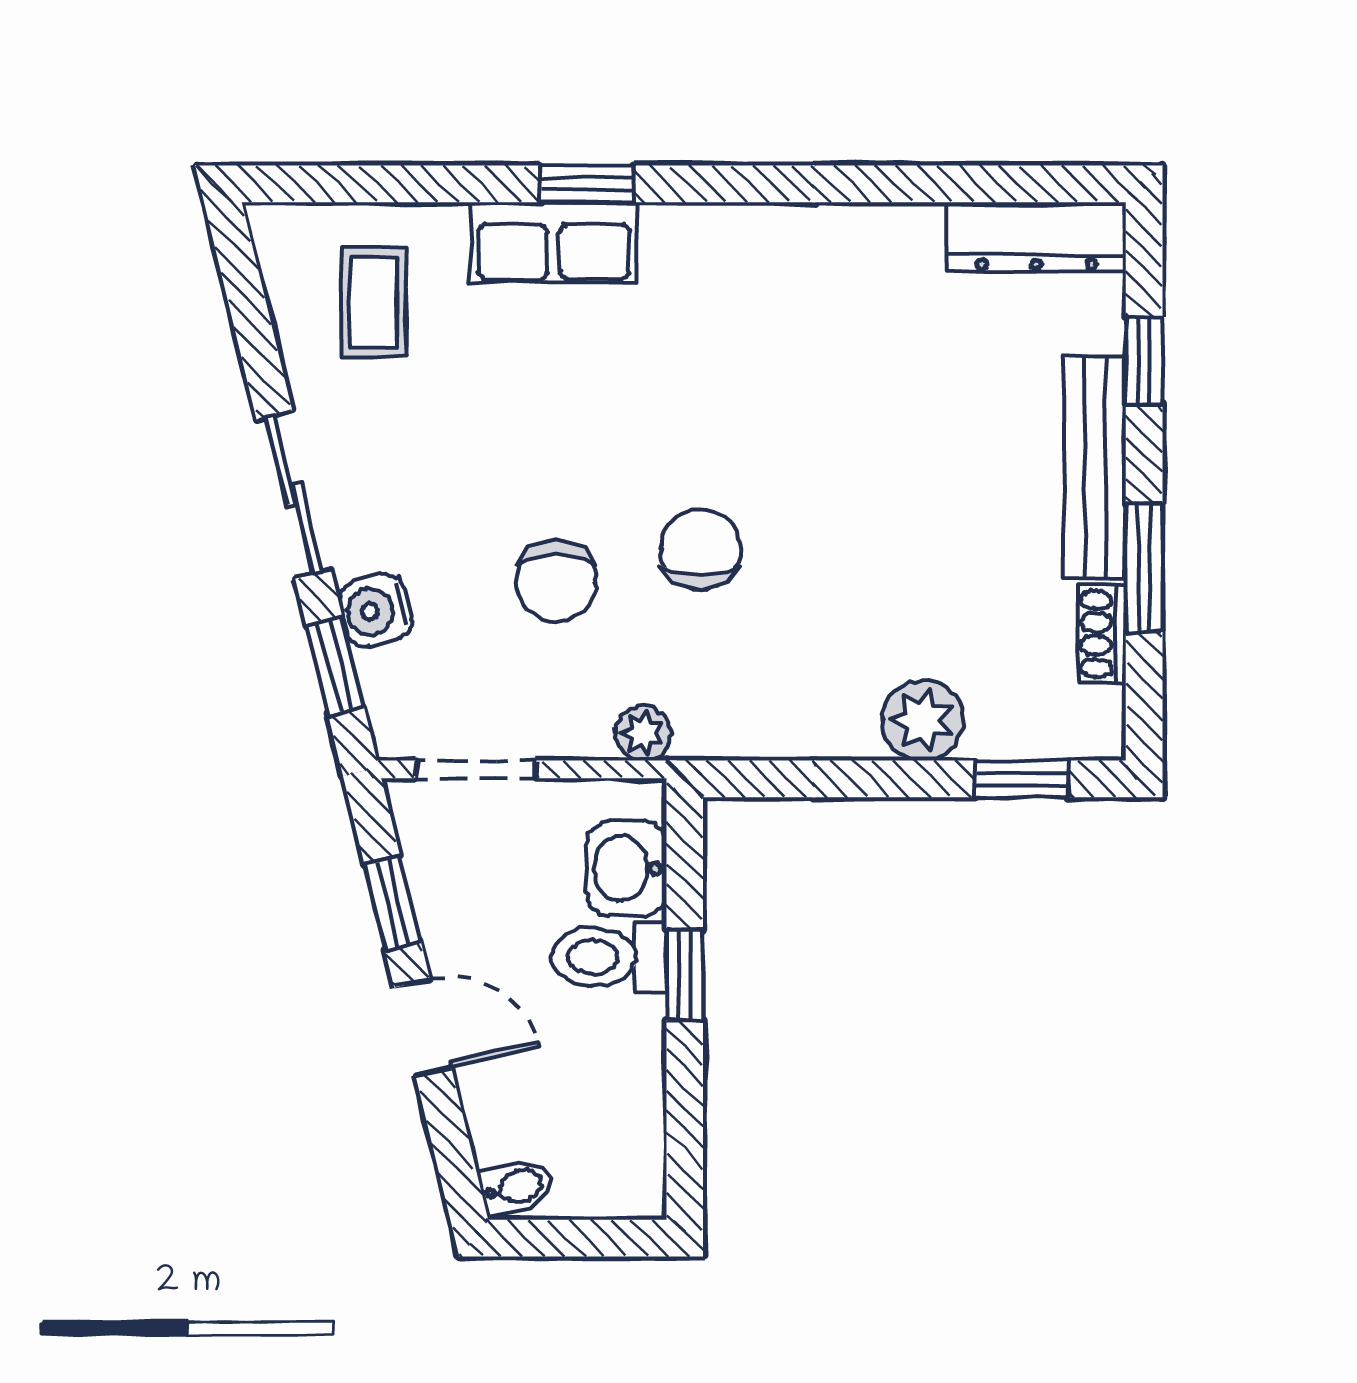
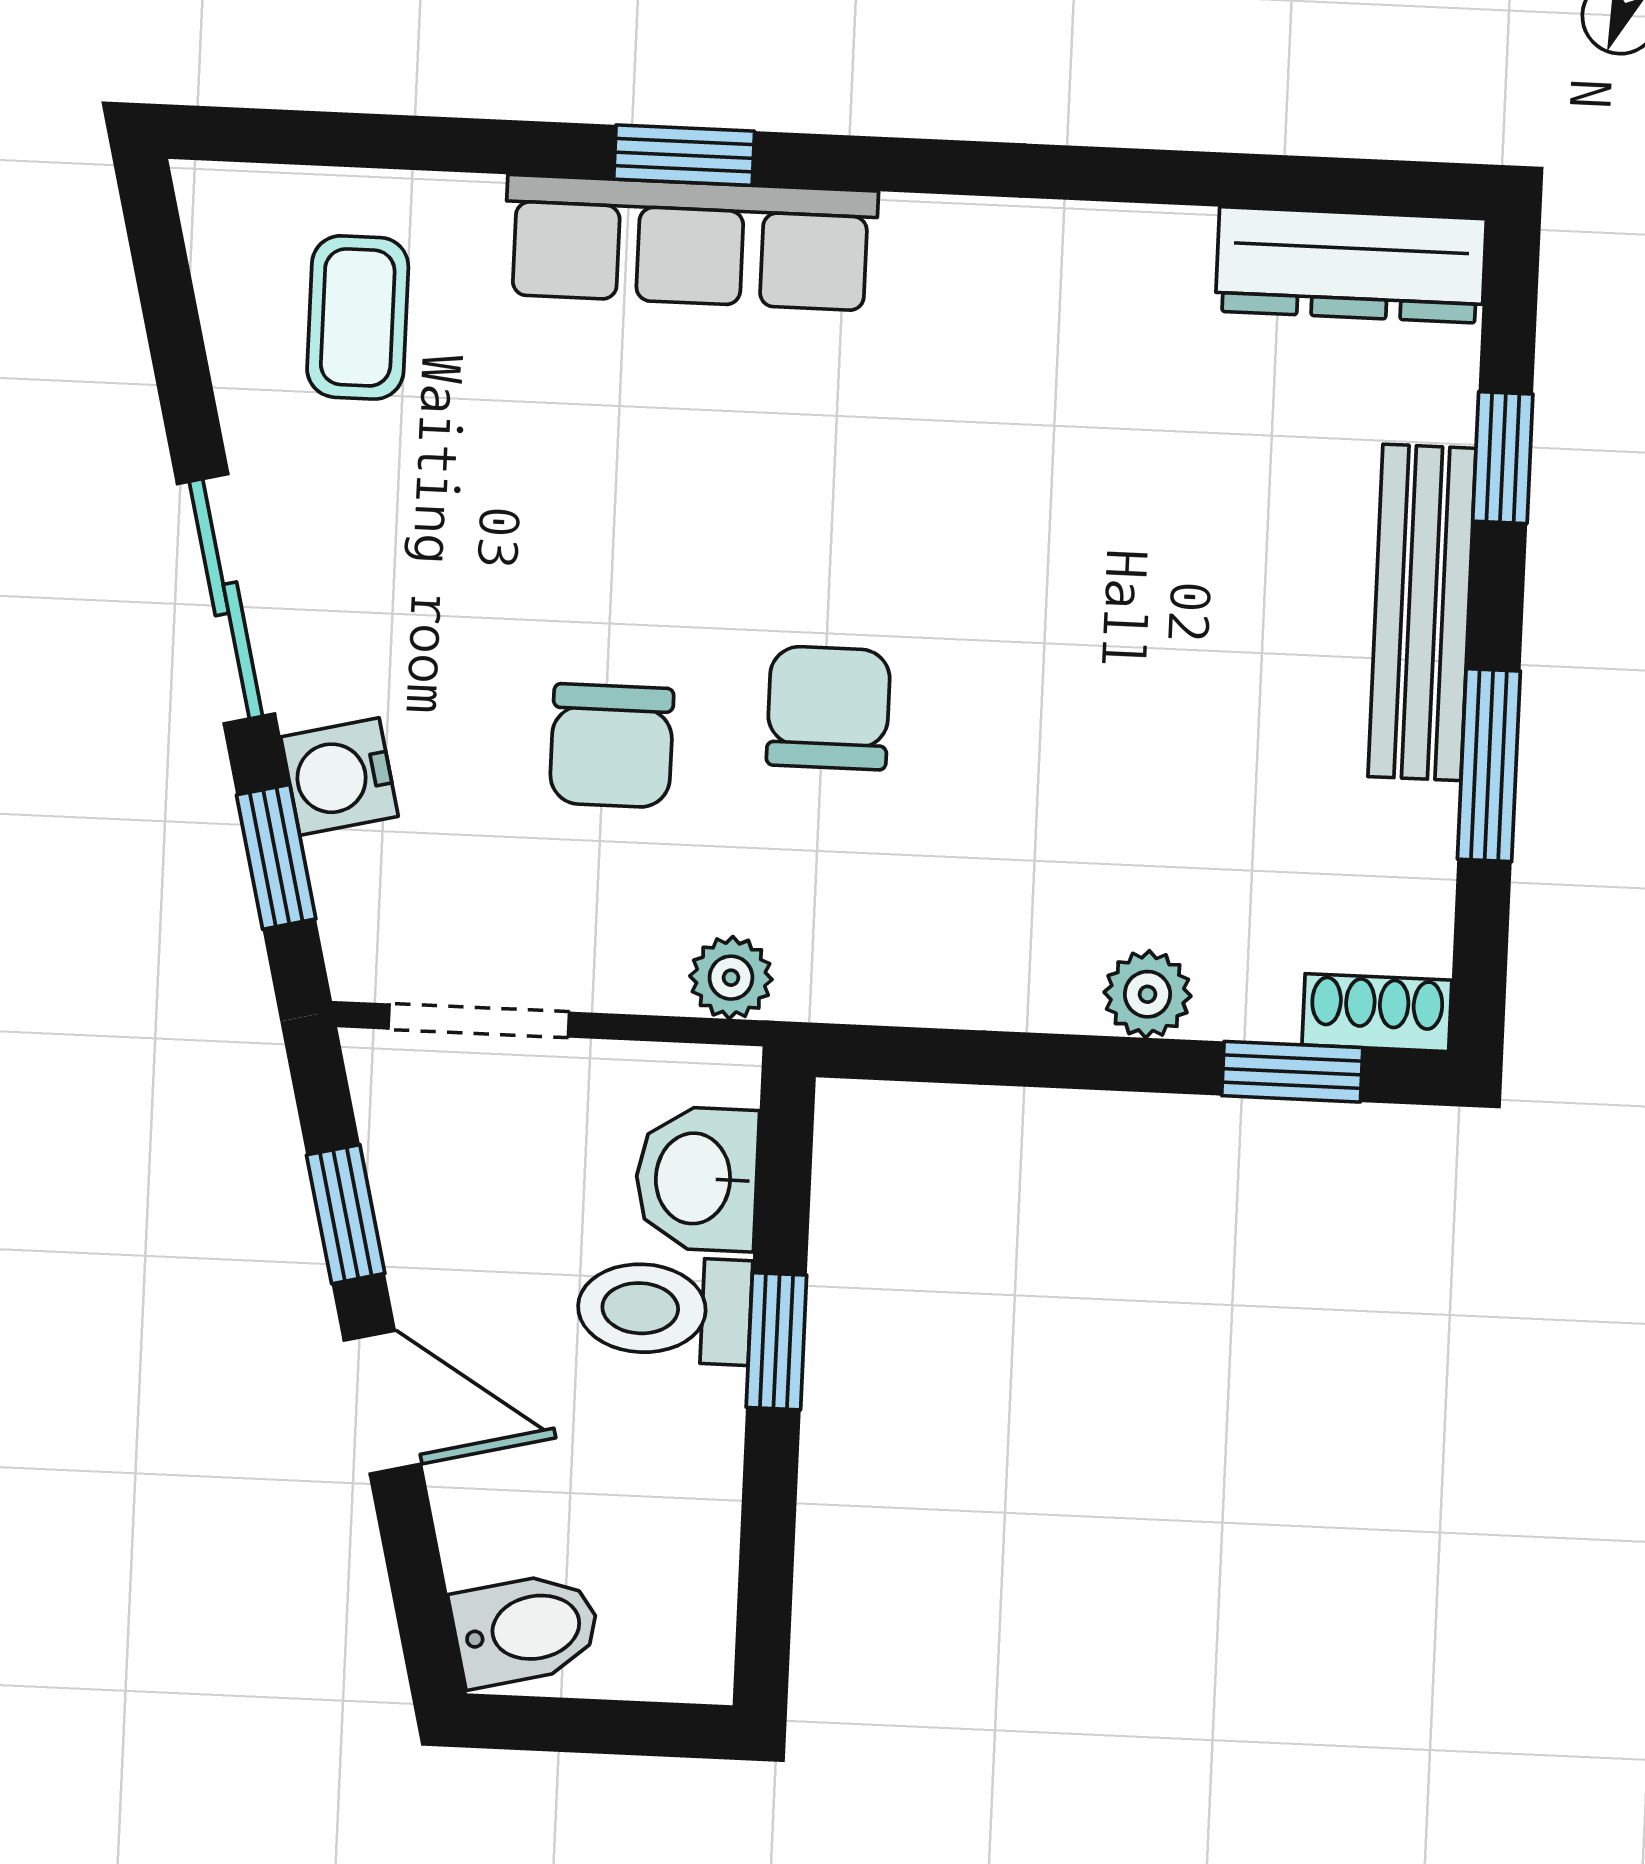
row of seats: (554, 242) -> (690, 243), width x1.48
shoe rack: (1102, 634) -> (1377, 1013), moved, turned 90
plant: (923, 720) -> (1147, 994), width x0.73, depth x0.73
bidet: (516, 1187) -> (526, 1629), width x1.38, depth x1.36

